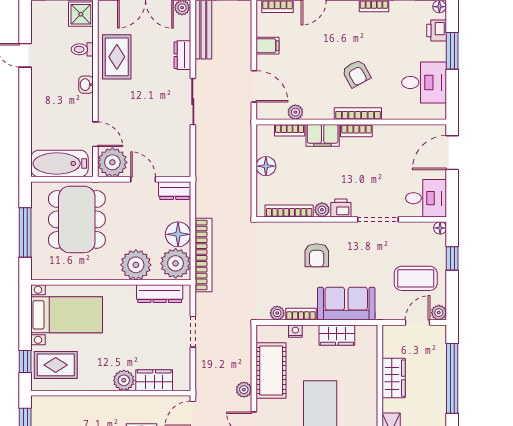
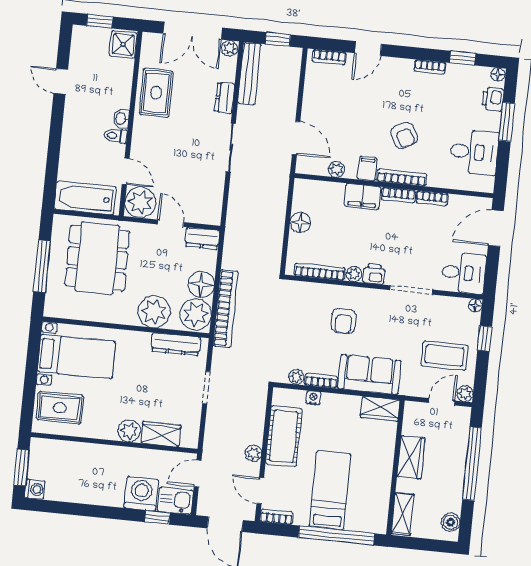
filing cabinet: (268, 46) -> (367, 168), moved, turned -90
toilet: (82, 49) -> (115, 136), moved
bookcase: (290, 130) -> (432, 198), moved
wardrobe: (337, 335) -> (380, 409), moved
window: (25, 362) -> (28, 401), removed

